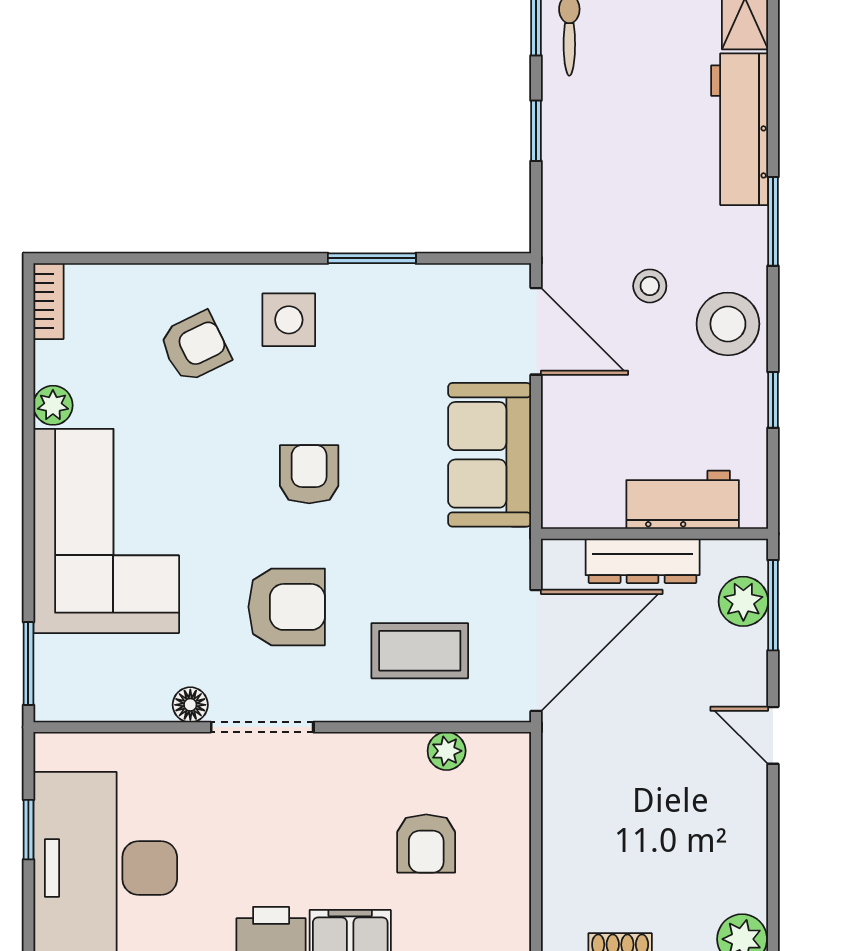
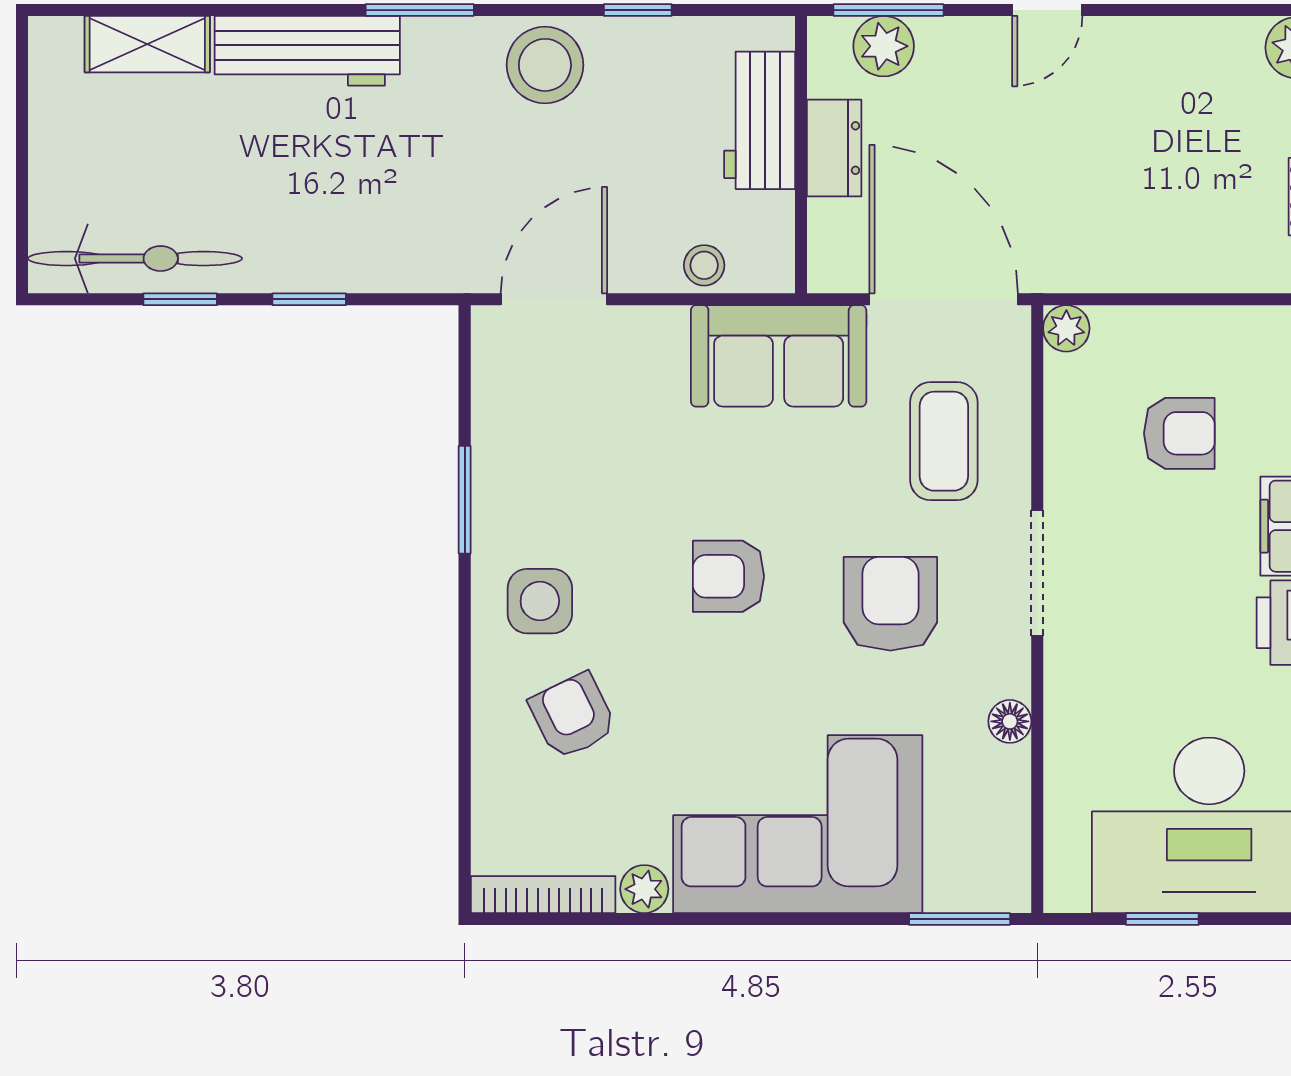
stool: (650, 286) -> (704, 265), moved
bookcase: (48, 301) -> (543, 895), width x1.56
sofa: (490, 455) -> (779, 356), moved
dresser: (643, 561) -> (834, 148), width x0.70
doorway: (262, 727) -> (1037, 573), moved
plant: (447, 751) -> (1066, 328), moved

